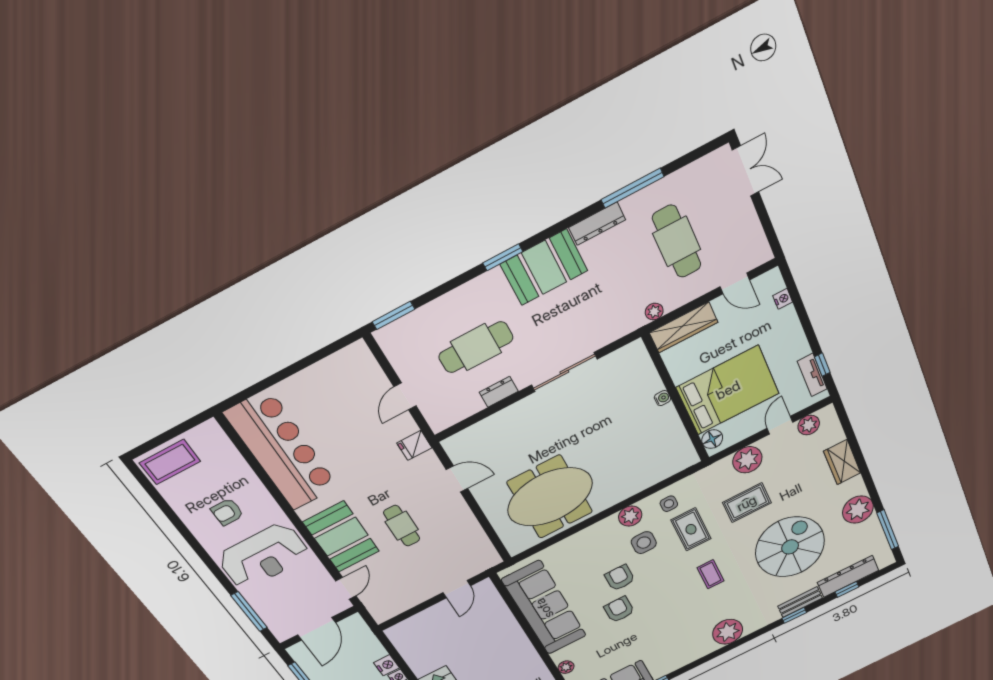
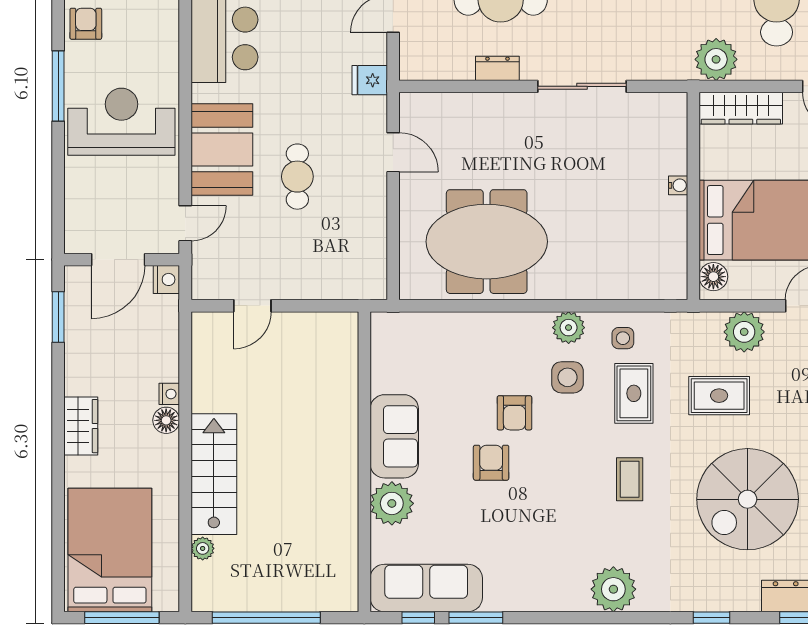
plant: (654, 312) -> (716, 59), width x1.88, depth x1.88
armchair: (227, 512) -> (86, 24), moved, turned 90
spiral stairs: (790, 547) -> (748, 499), turned 180
reception desk: (263, 556) -> (121, 122), turned 180
armchair: (620, 578) -> (514, 413), turned 180
door: (457, 589) -> (252, 306), moved
bench: (800, 602) -> (727, 600), removed
sofa: (544, 608) -> (394, 436), width x0.54, depth x0.79
window: (249, 612) -> (58, 86), moved
nightstand: (386, 665) -> (166, 279), moved
plant: (566, 667) -> (392, 503), width x1.87, depth x1.87

